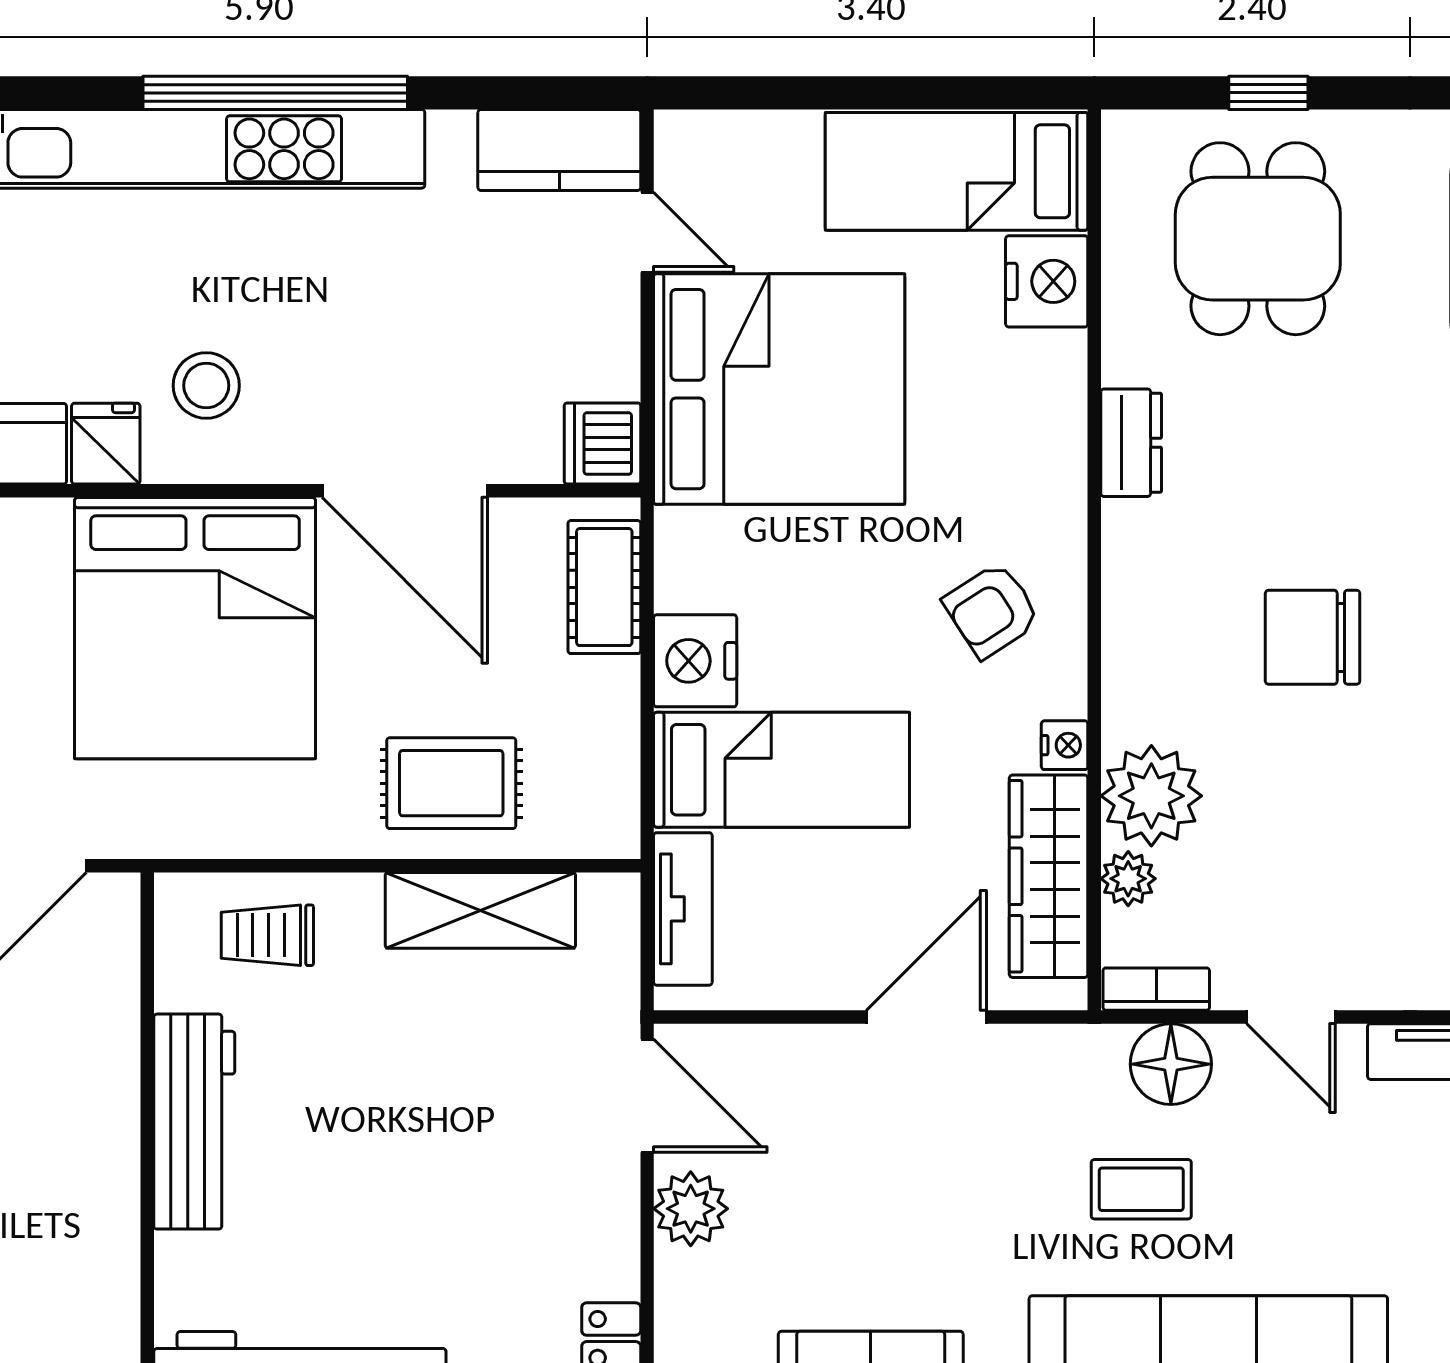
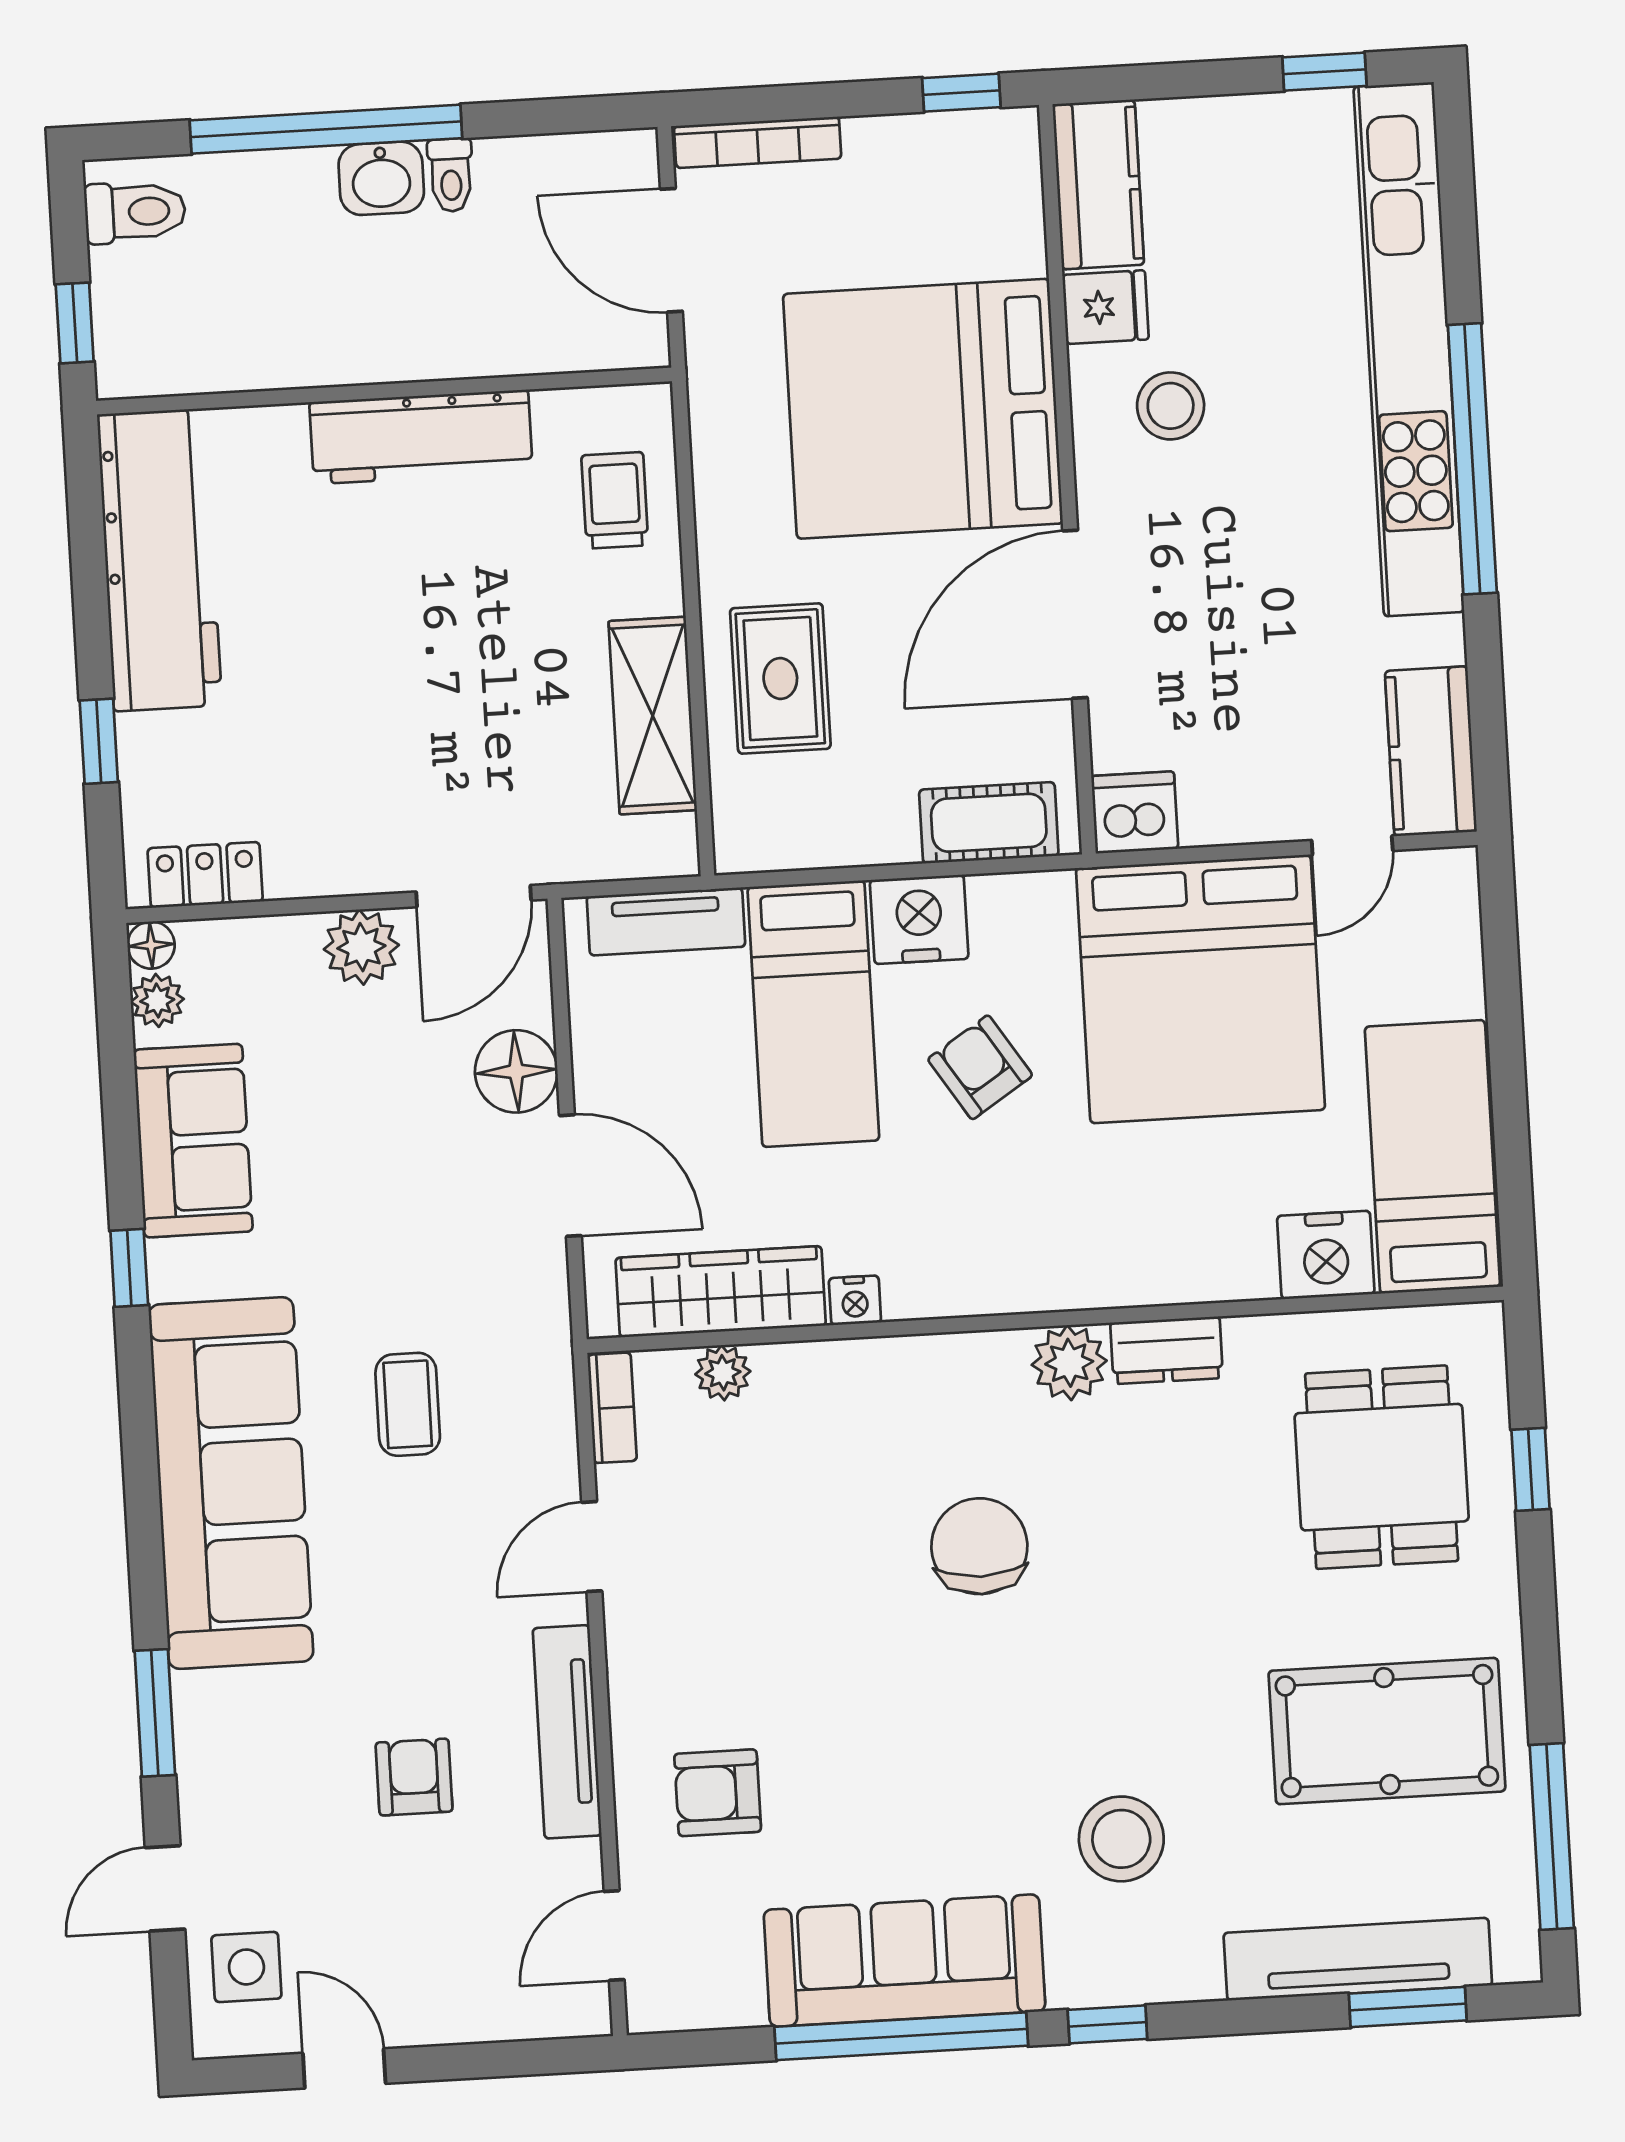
dining table: (1258, 239) -> (1382, 1467), turned 90
armchair: (992, 610) -> (980, 1067), moved
plant: (1151, 796) -> (1069, 1363), moved, width x0.73, depth x0.73
floor lamp: (1171, 1064) -> (516, 1071), moved

